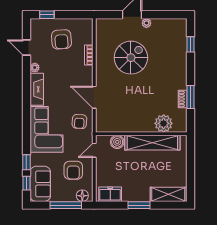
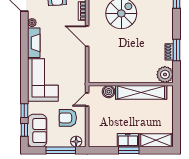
door: (94, 97) -> (87, 36), moved
armchair: (79, 122) -> (73, 73), removed
plant: (164, 123) -> (165, 75), moved
armchair: (73, 170) -> (68, 118), turned 90
freezer: (110, 194) -> (128, 140), moved

